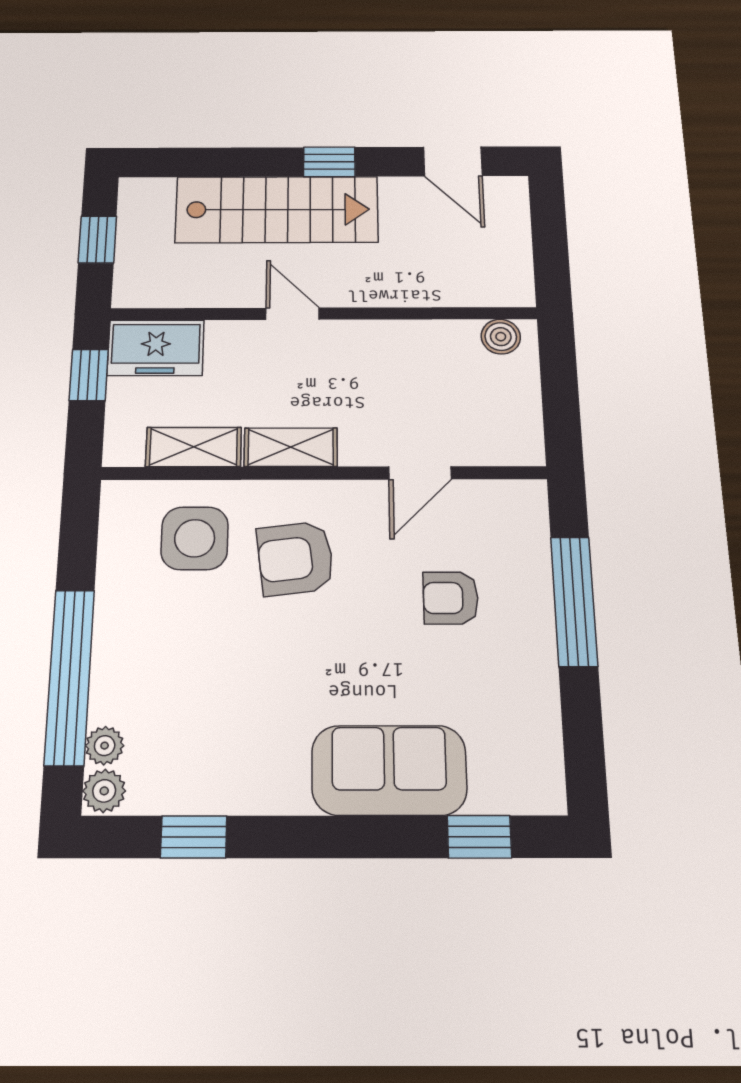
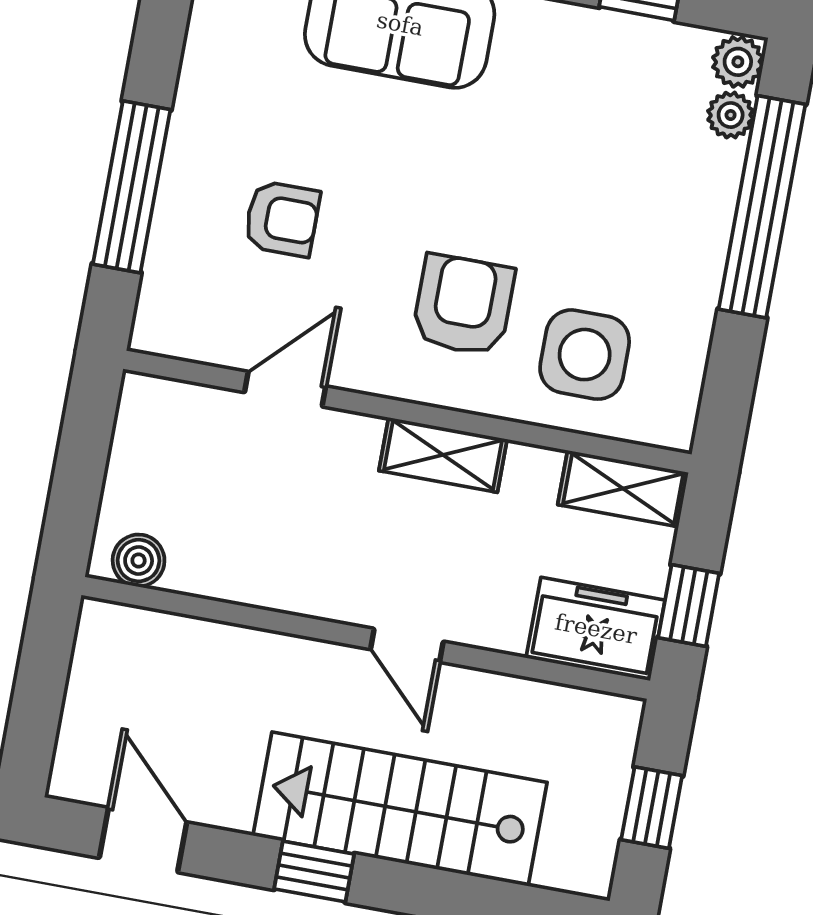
shelving: (194, 447) -> (623, 489), moved
armchair: (295, 558) -> (463, 305), turned -83

